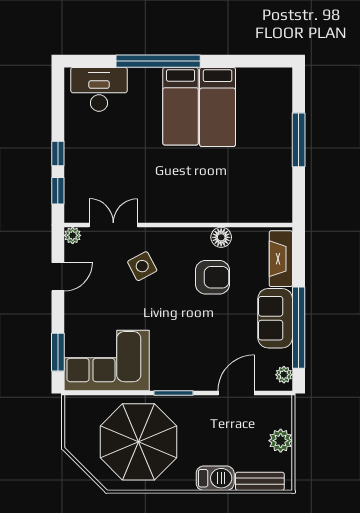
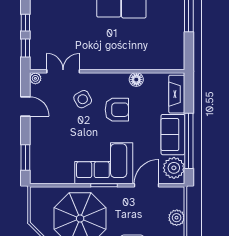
door: (58, 277) -> (25, 106), hinge flipped
armchair: (212, 277) -> (117, 110), moved
corner sofa: (107, 361) -> (104, 163), moved
plant: (284, 375) -> (174, 168), width x1.87, depth x1.87

